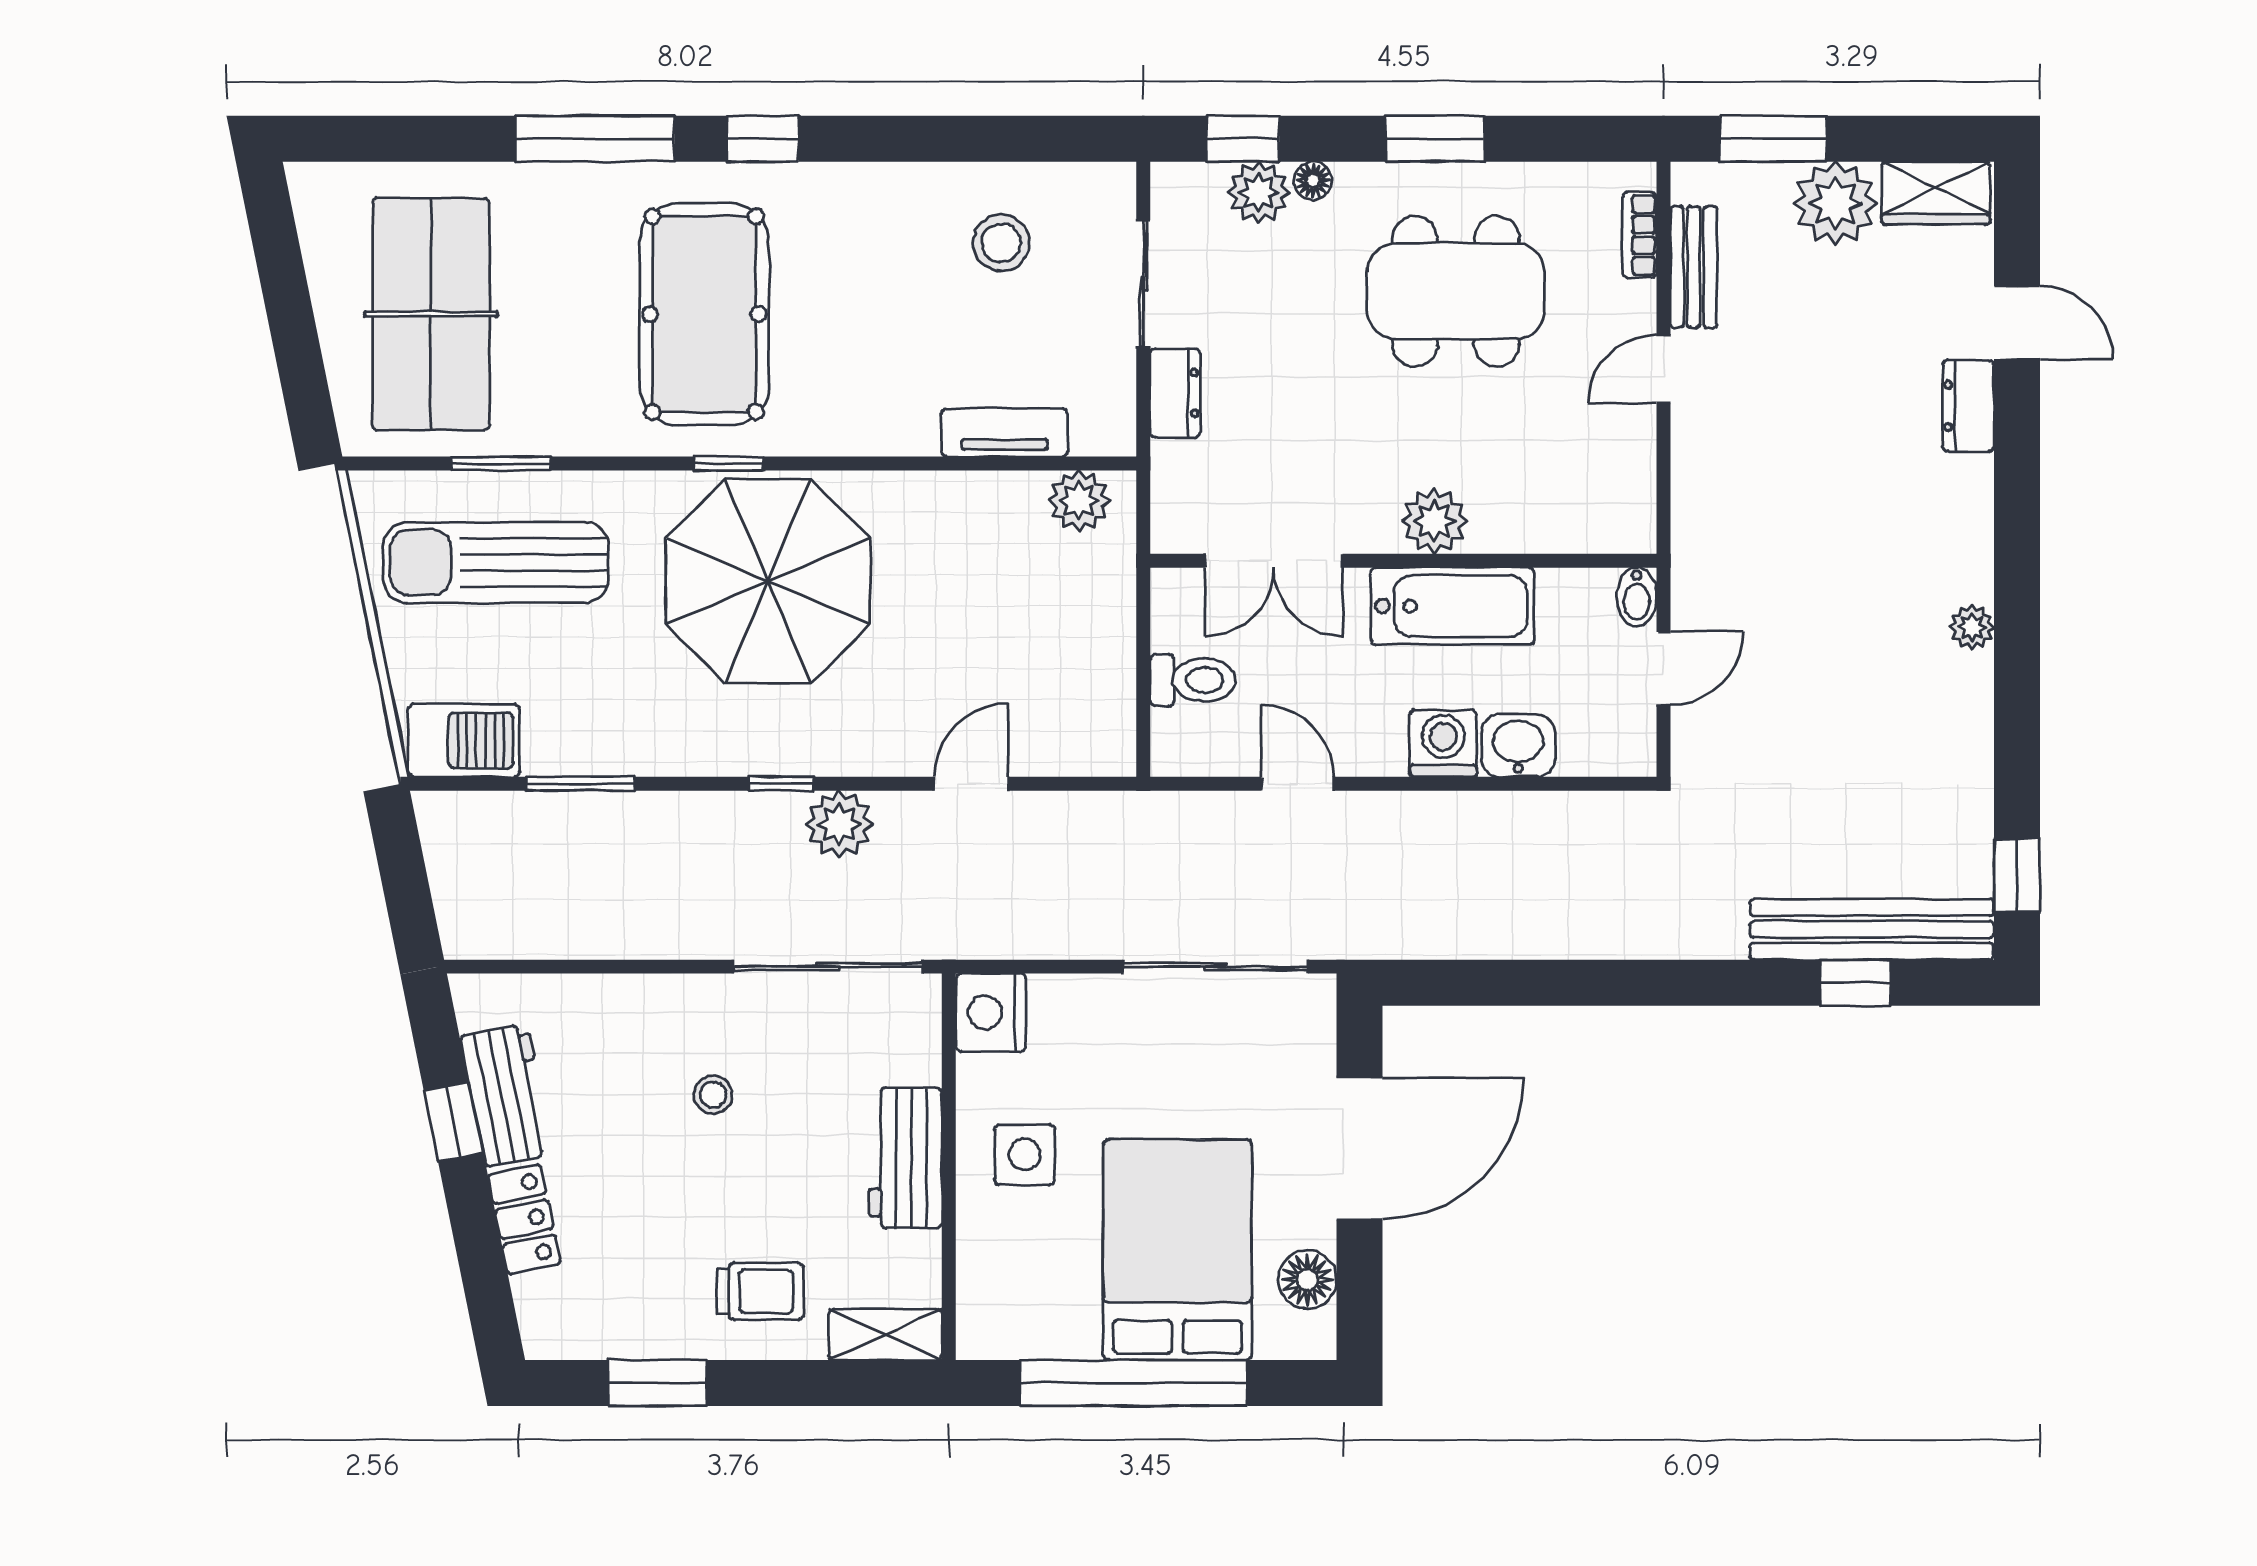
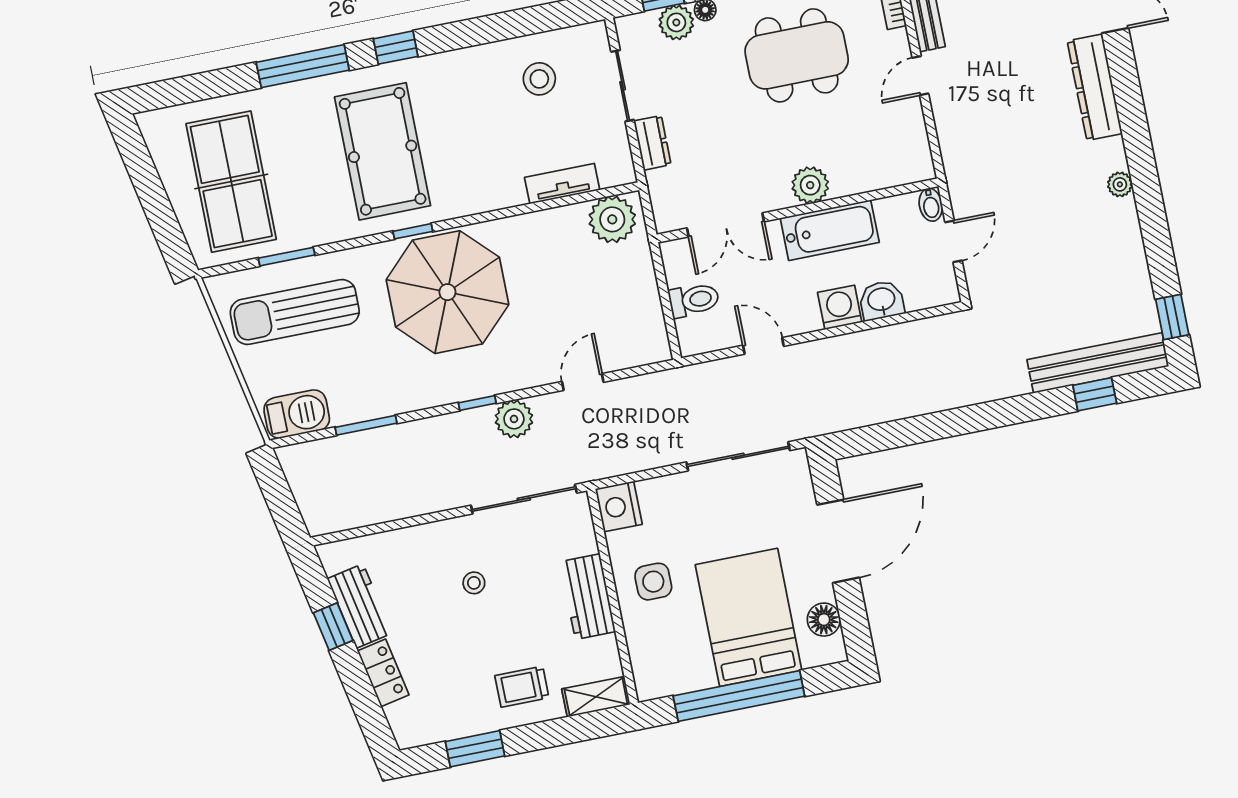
dresser: (1968, 406) -> (1095, 87), width x1.96, depth x1.24
plant: (1079, 501) -> (612, 219), width x1.36, depth x1.36
trolley: (760, 1291) -> (522, 687), turned 180

